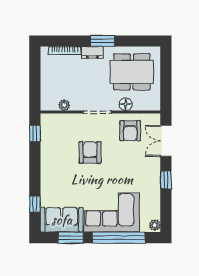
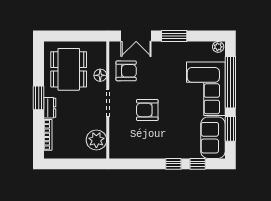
plant: (64, 105) -> (96, 140), width x1.87, depth x1.87
window: (35, 133) -> (173, 164), moved
window: (166, 180) -> (174, 36), width x1.50

